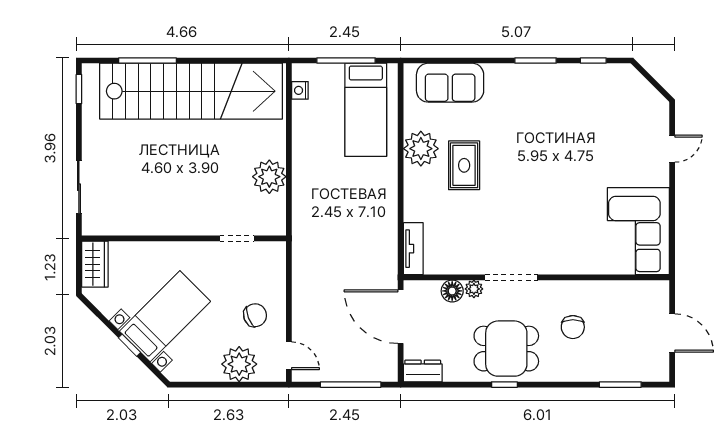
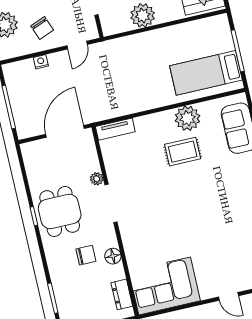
nightstand: (300, 90) -> (41, 62), moved
floor lamp: (452, 291) -> (113, 256), moved
chair: (573, 327) -> (86, 255), turned 180
door: (289, 356) -> (77, 45), moved
dresser: (423, 371) -> (122, 294), moved, turned 180

